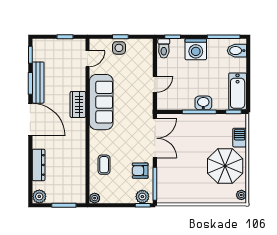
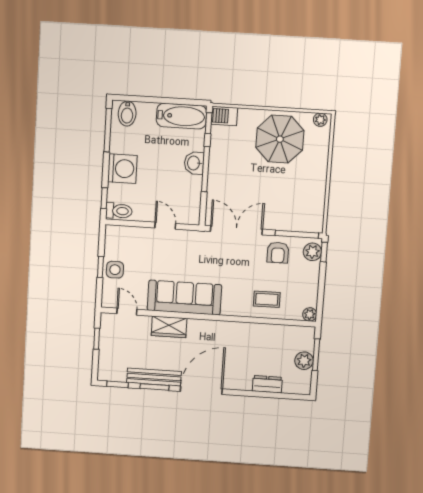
wardrobe: (78, 104) -> (169, 327), moved
barbecue: (240, 138) -> (224, 116), moved
dresser: (39, 165) -> (267, 384), width x0.70
plant: (39, 196) -> (304, 361), moved

